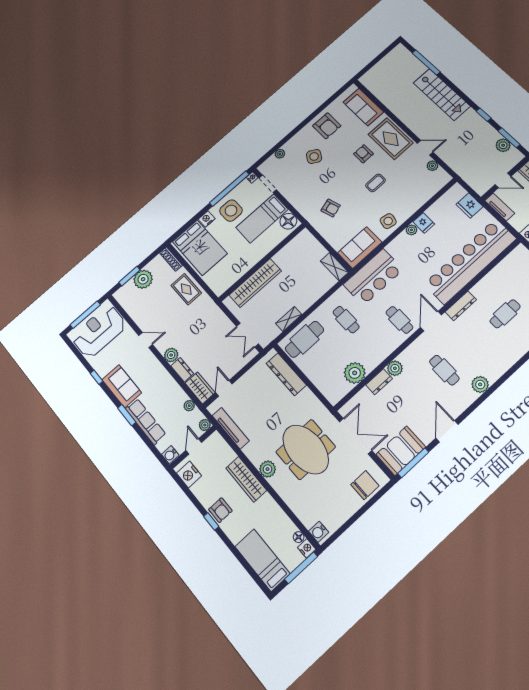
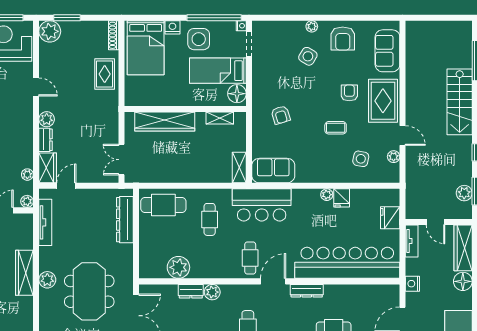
plant: (280, 154) -> (312, 26), moved
side table: (388, 221) -> (361, 159), moved
plant: (143, 279) -> (50, 31), moved
shelving: (289, 319) -> (220, 118), moved

